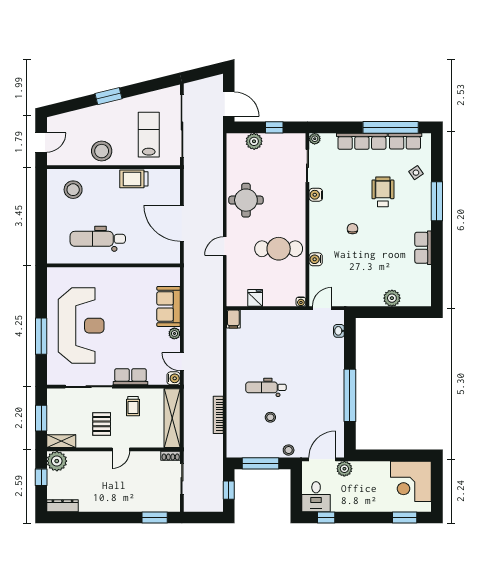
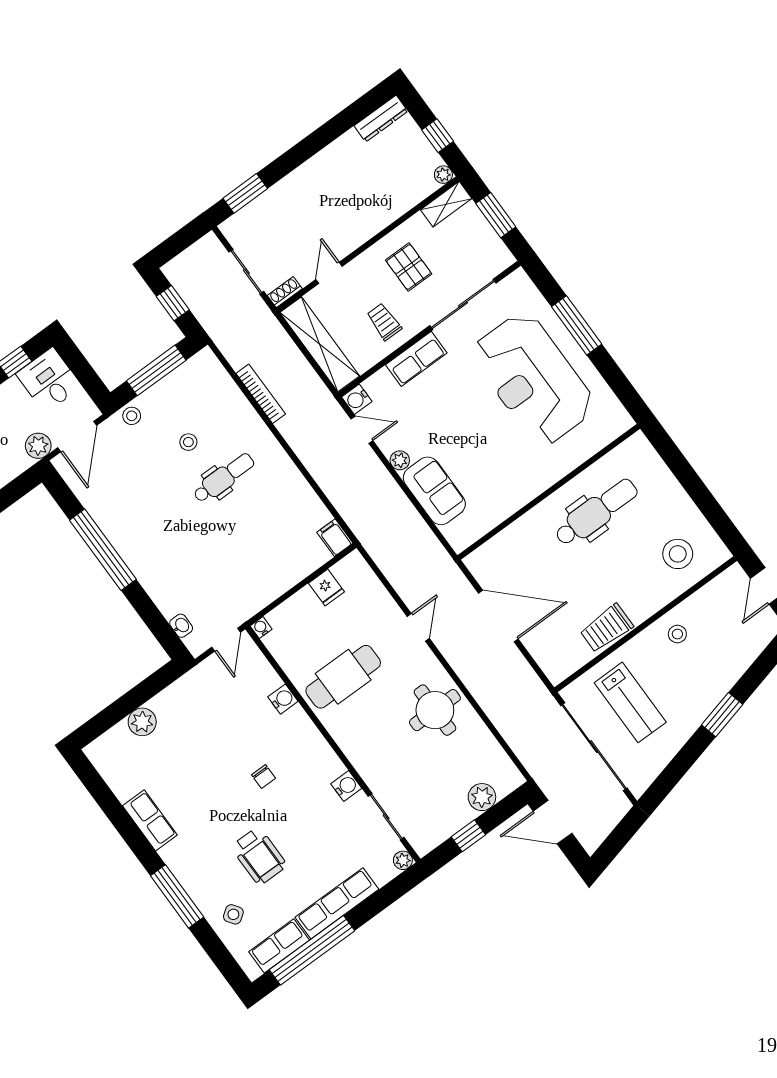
stool: (102, 151) -> (677, 634), width x0.53, depth x0.53
trolley: (134, 179) -> (606, 628), turned 180
door: (121, 449) -> (329, 273), moved
plant: (57, 461) -> (443, 175), width x0.53, depth x0.53

